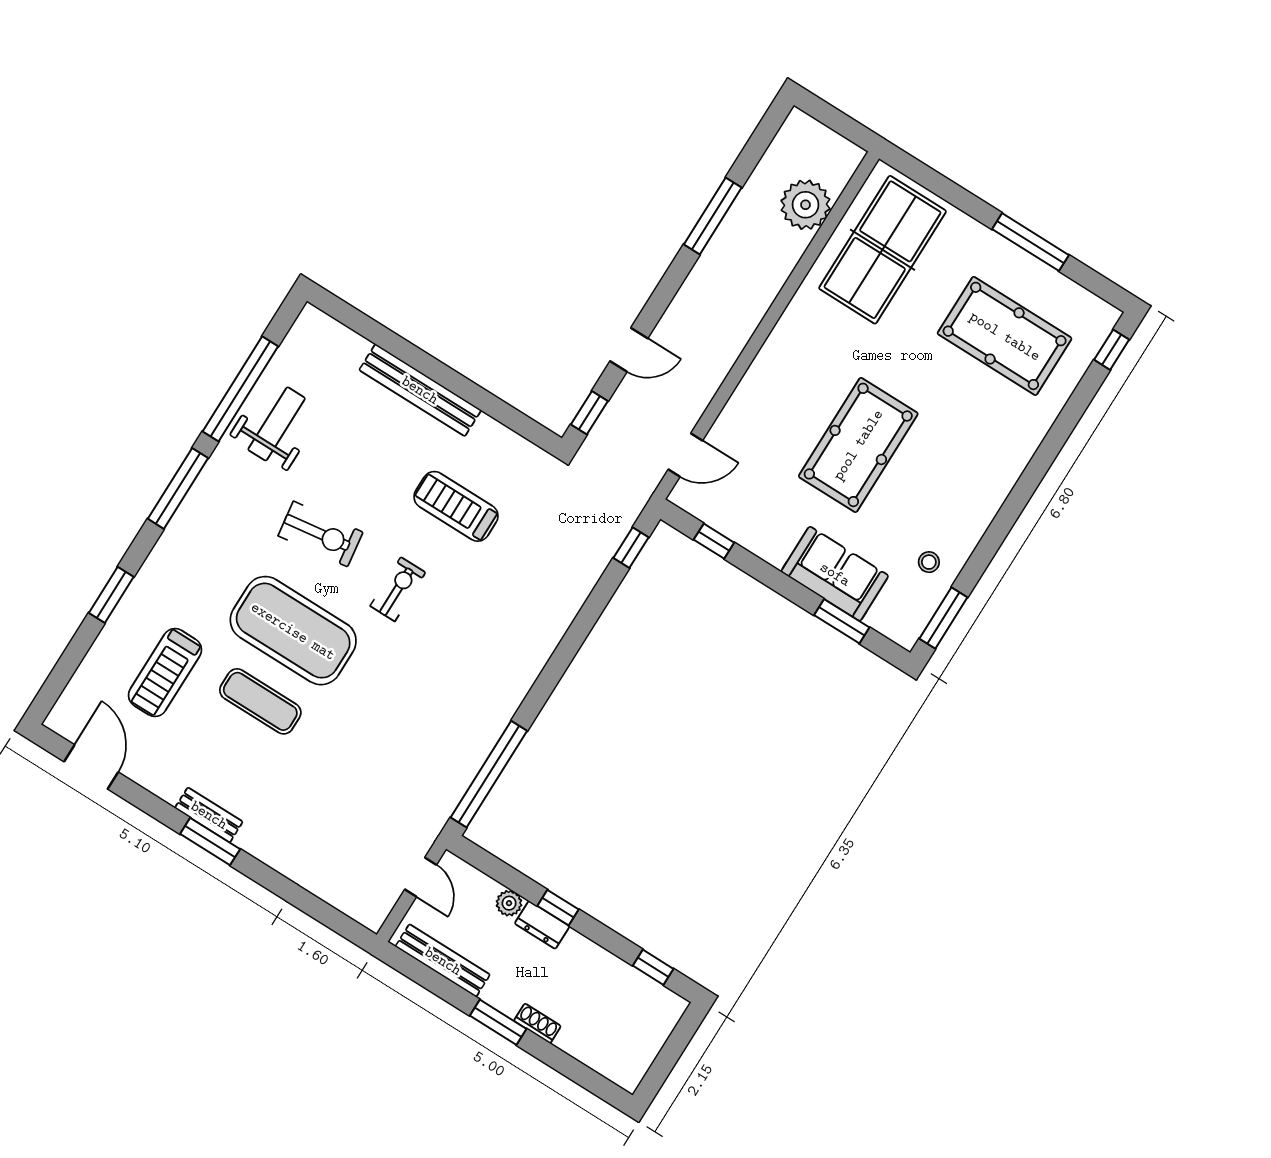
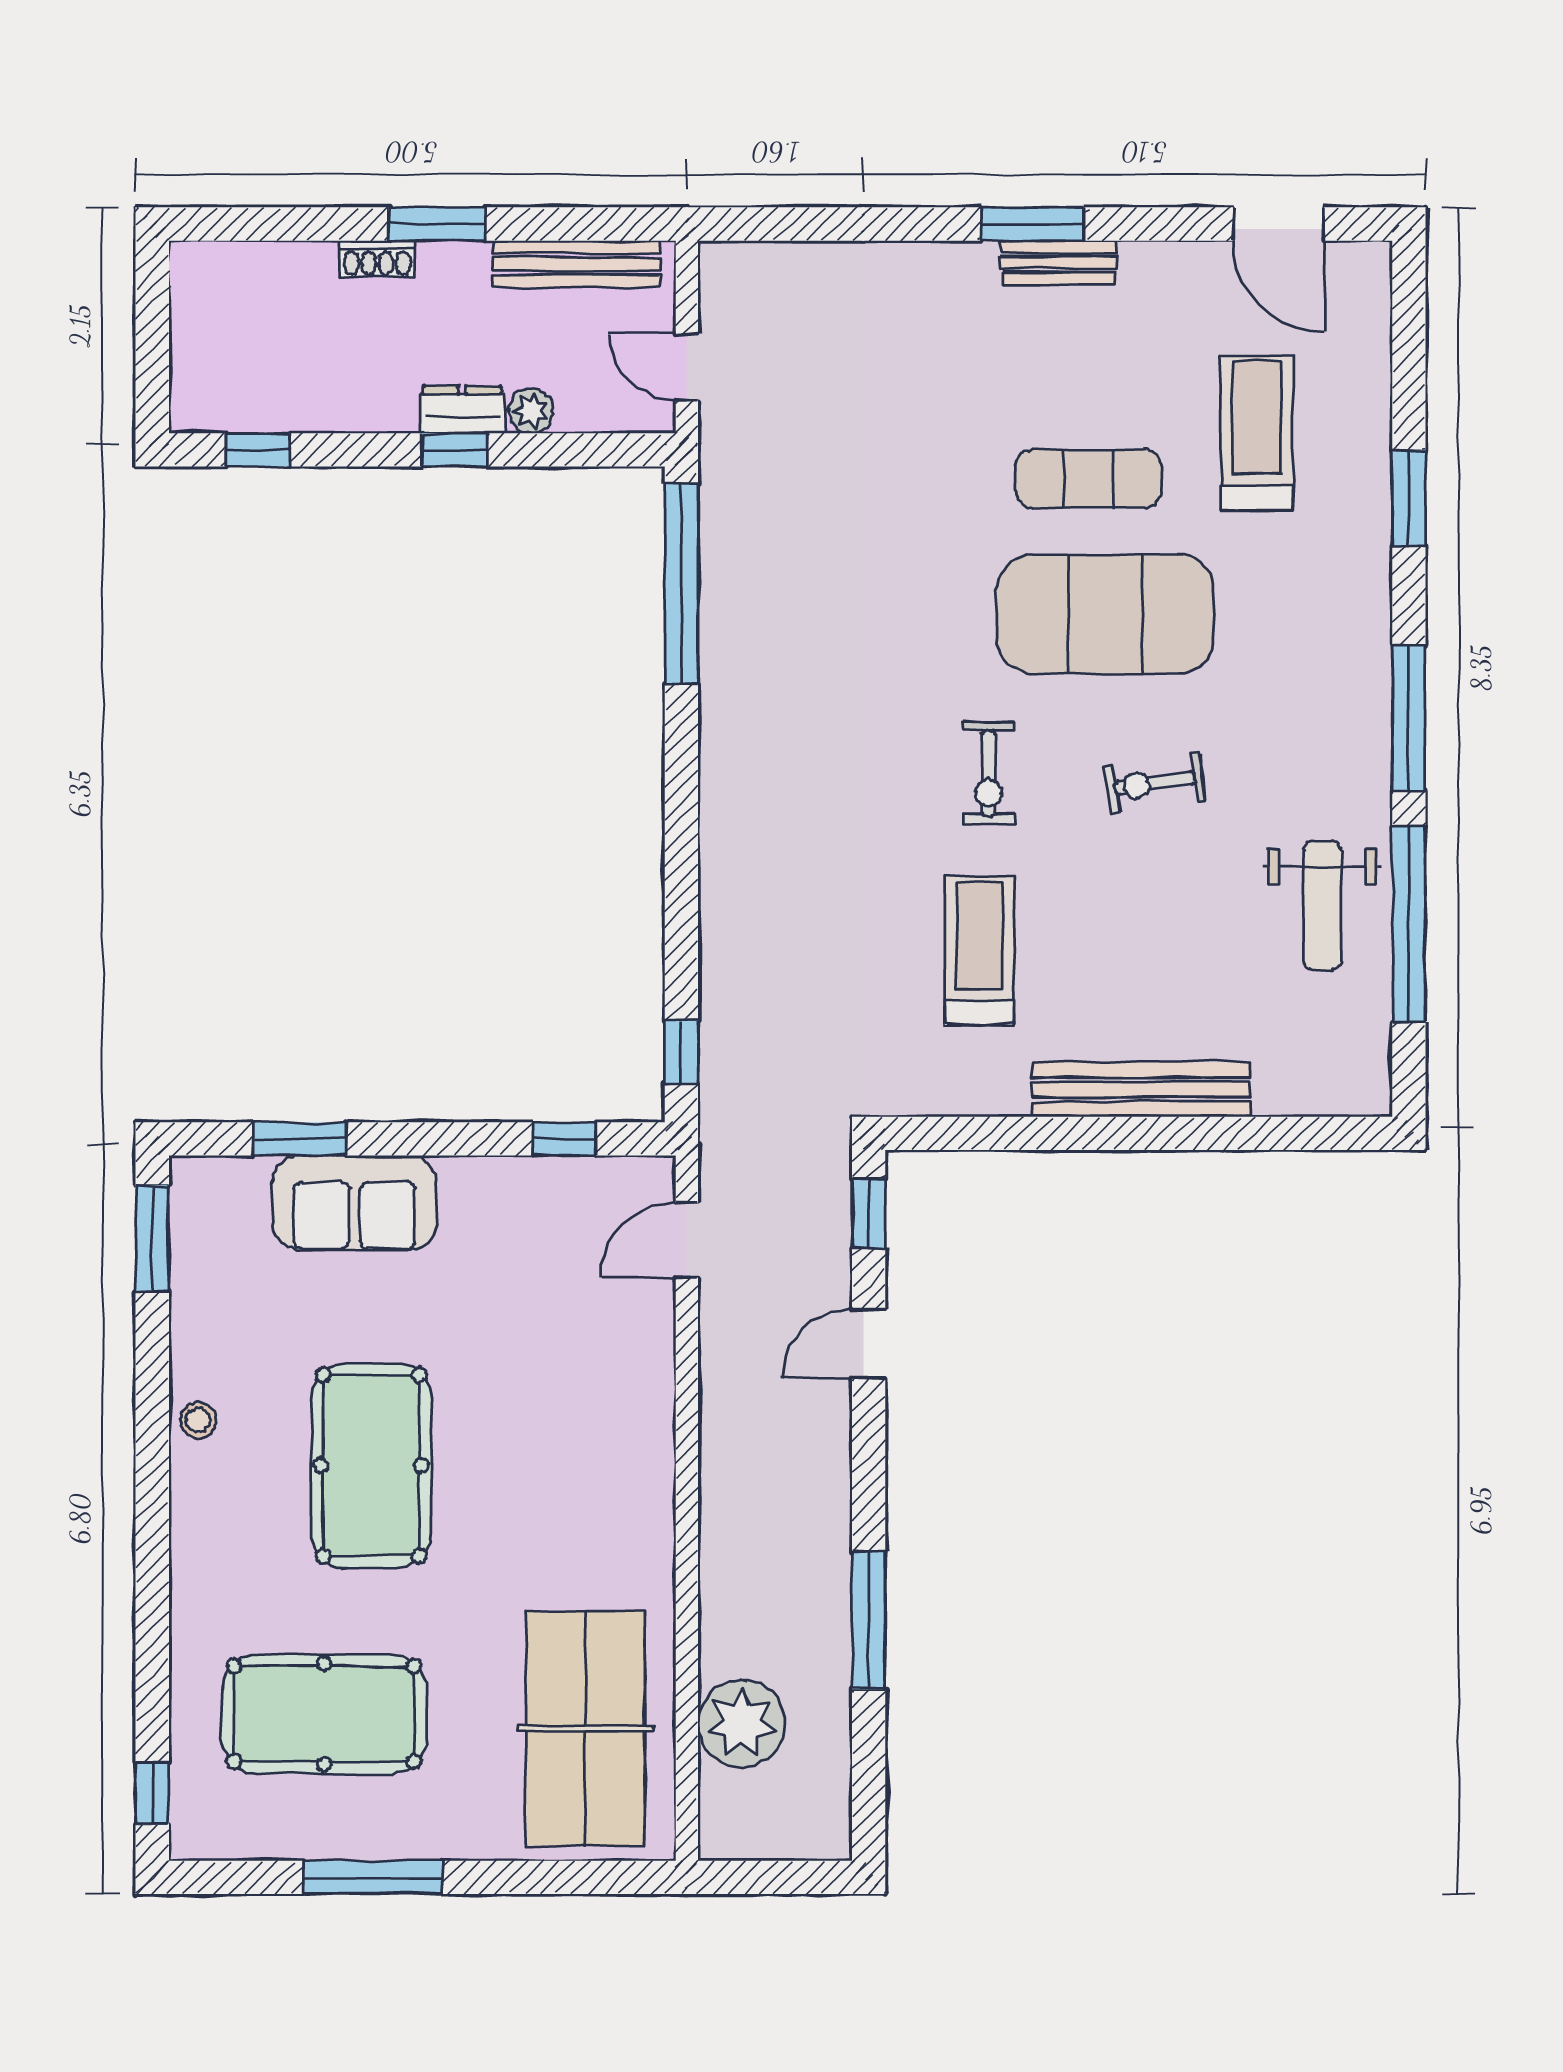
pool table: (858, 445) -> (371, 1465), moved
treadmill: (456, 506) -> (979, 950), turned -90
exercise bike: (320, 534) -> (1155, 783), width x0.73, depth x0.72
stool: (929, 562) -> (198, 1420), moved

